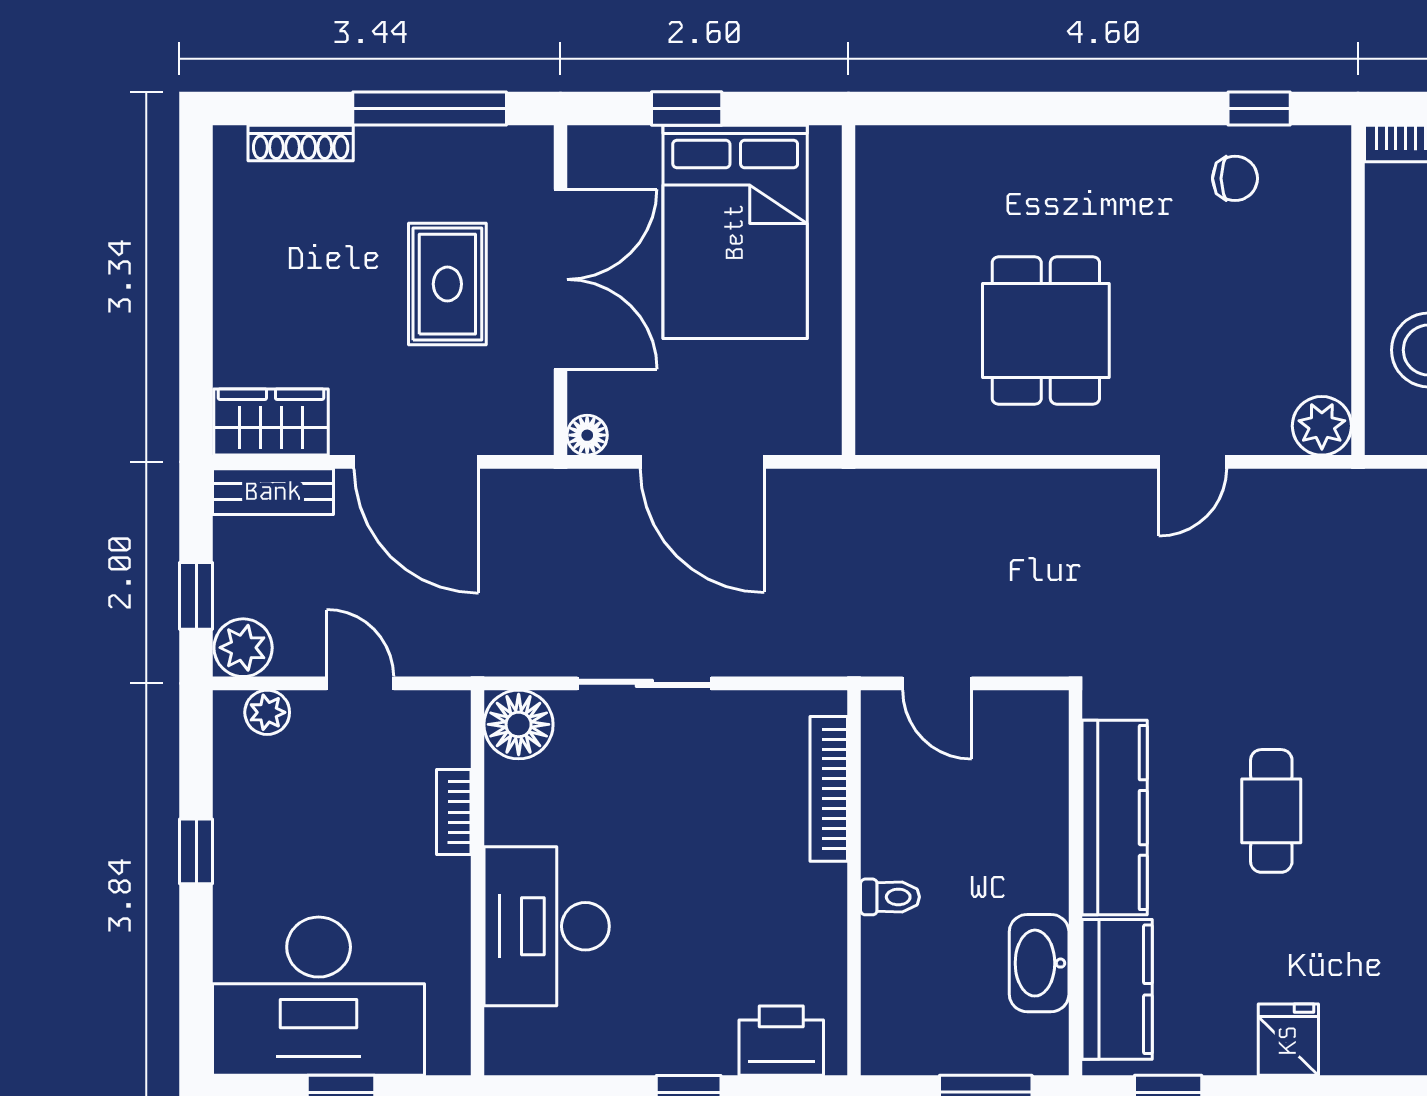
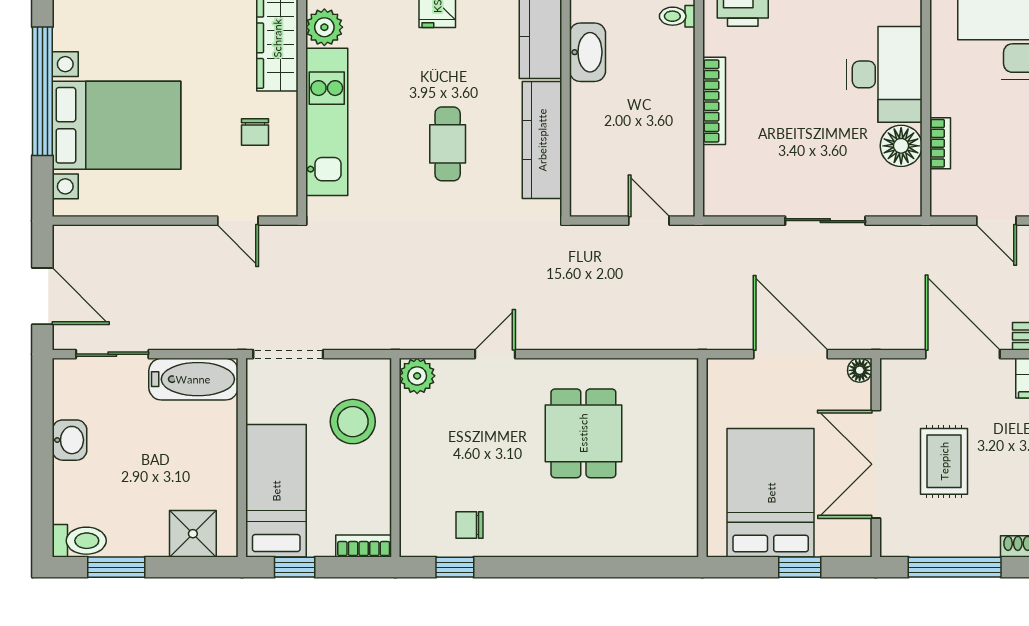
floor lamp: (519, 724) -> (901, 146), moved
bookcase: (829, 789) -> (714, 101), moved
toilet: (890, 897) -> (677, 16), moved

